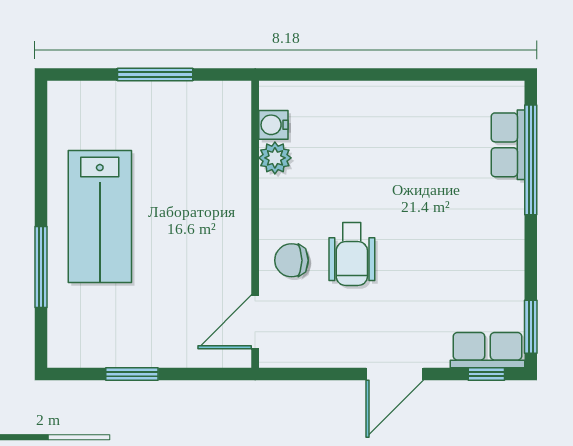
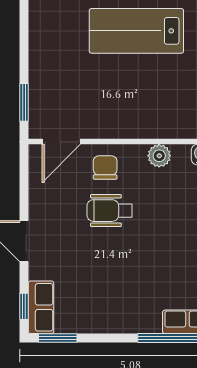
plant: (275, 158) -> (159, 156), moved
door: (255, 322) -> (61, 142), swing flipped
window: (132, 374) -> (24, 102), moved

